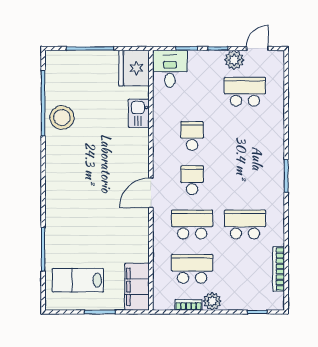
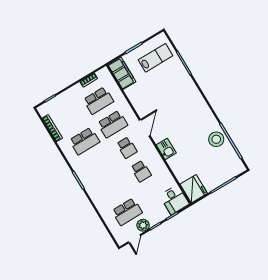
kitchen sink: (139, 113) -> (166, 149), moved
plant: (212, 301) -> (77, 90), removed

